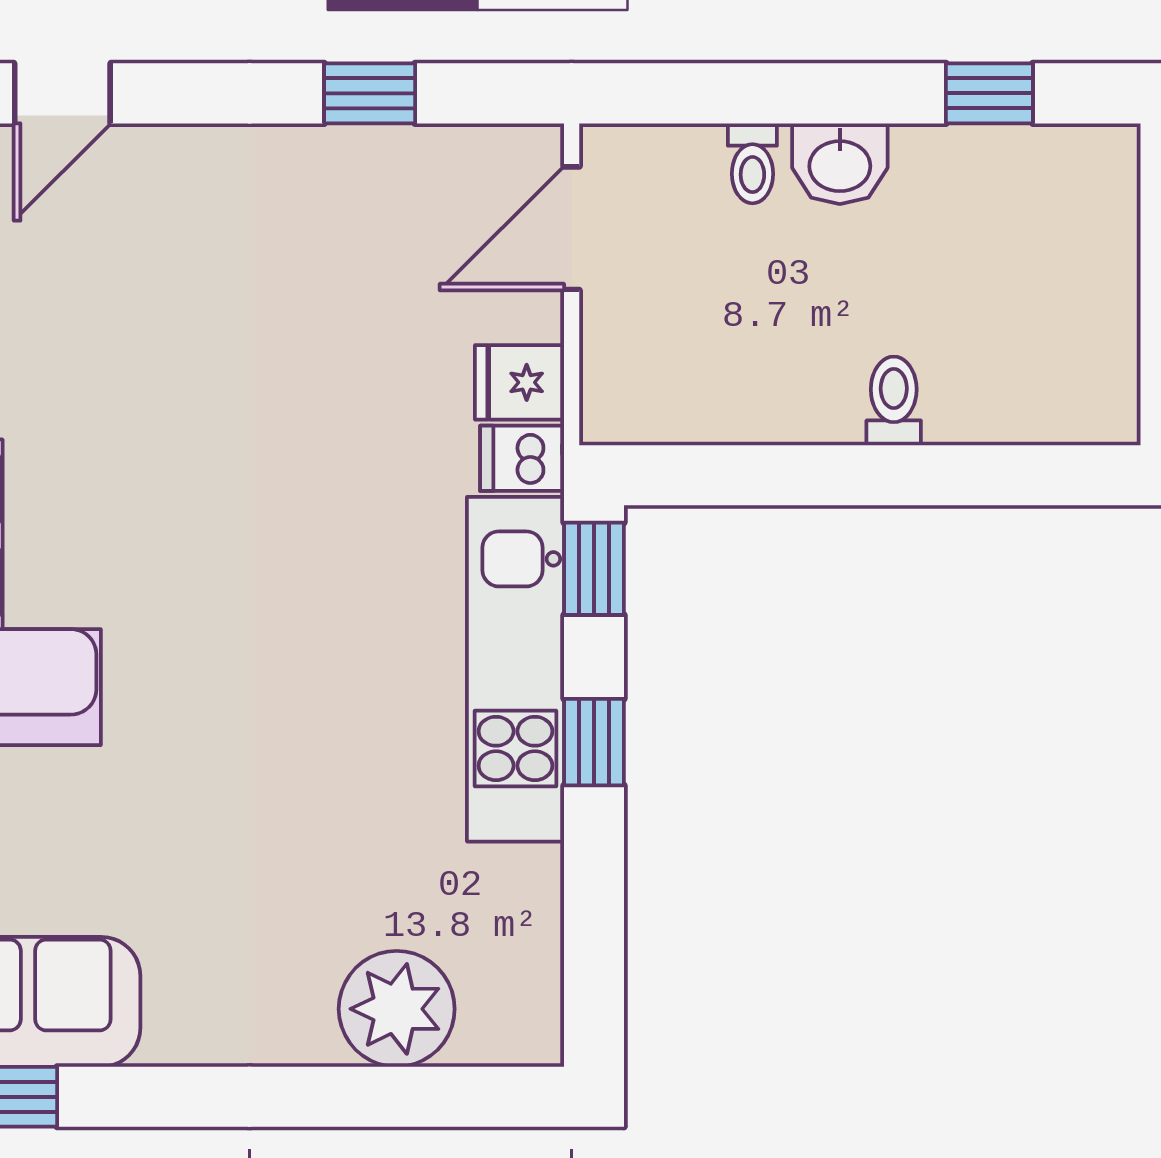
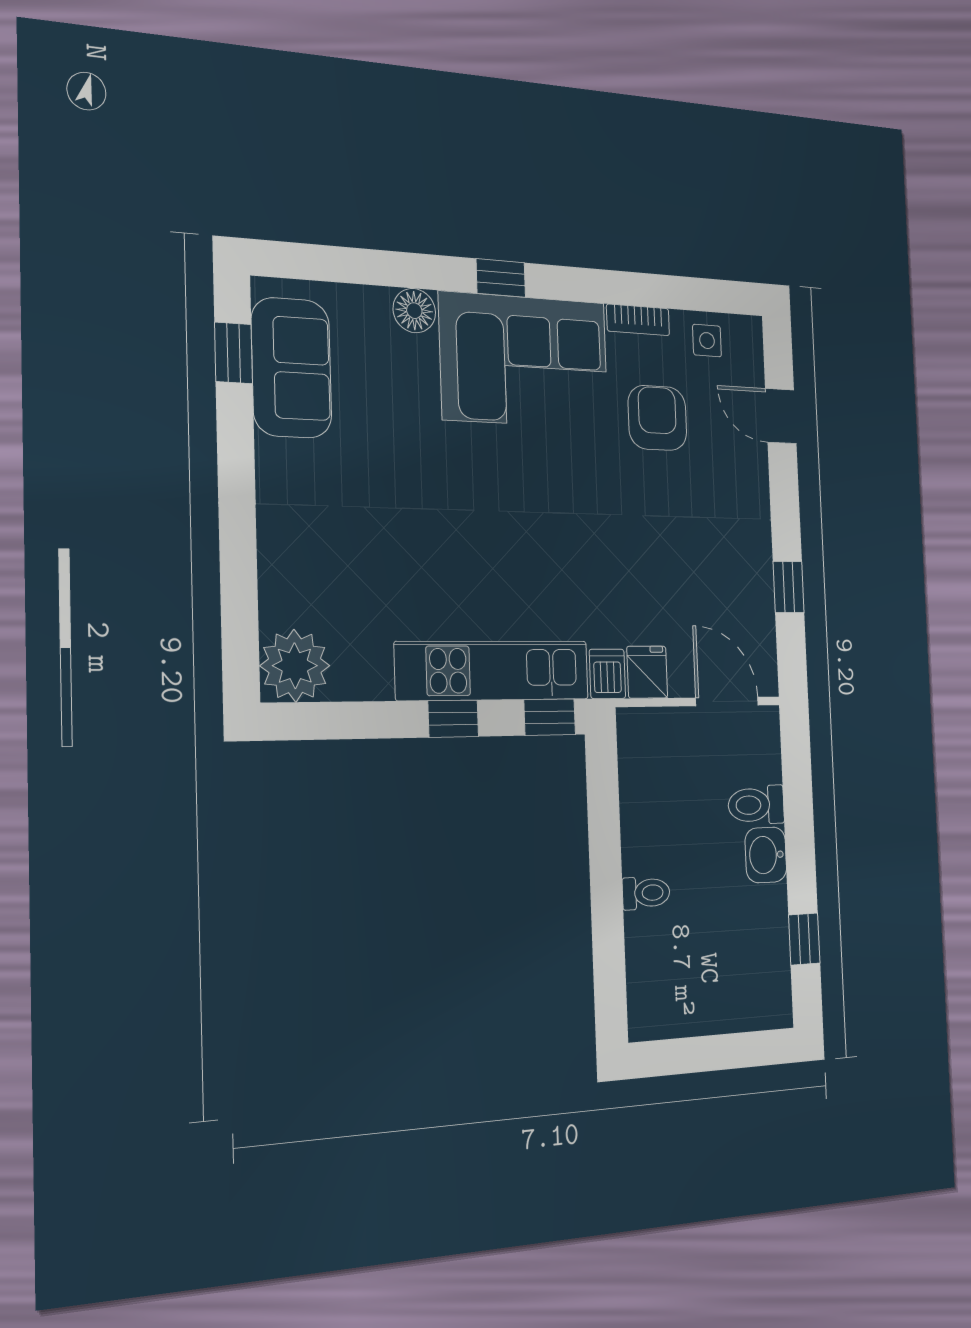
toilet: (752, 163) -> (756, 805), width x1.37, depth x1.39
armchair: (78, 343) -> (657, 418), added
plant: (397, 1009) -> (295, 666), moved

